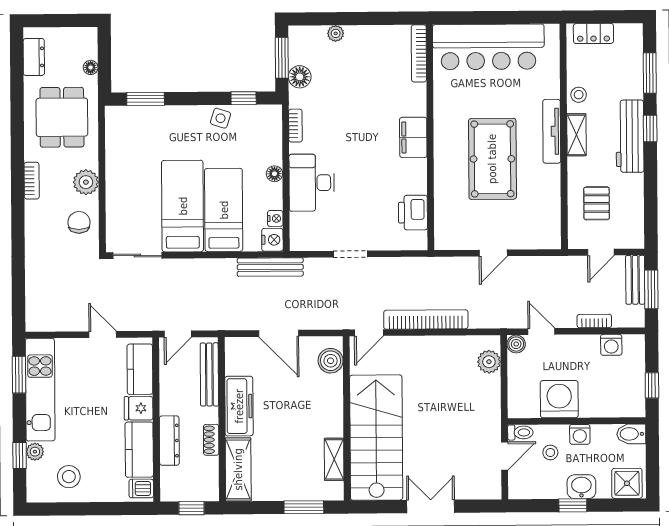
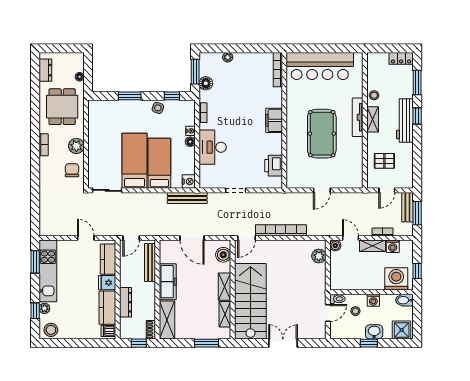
locker: (593, 34) -> (401, 58), moved
window: (146, 99) -> (130, 96), moved
pallet: (597, 203) -> (384, 161), turned 90
nightstand: (275, 218) -> (190, 131), moved
shelving: (578, 344) -> (372, 246), added
washing machine: (559, 399) -> (396, 279), moved
shelving: (333, 414) -> (225, 287), added
shoe rack: (211, 440) -> (151, 330), moved
stool: (69, 477) -> (51, 330), moved

